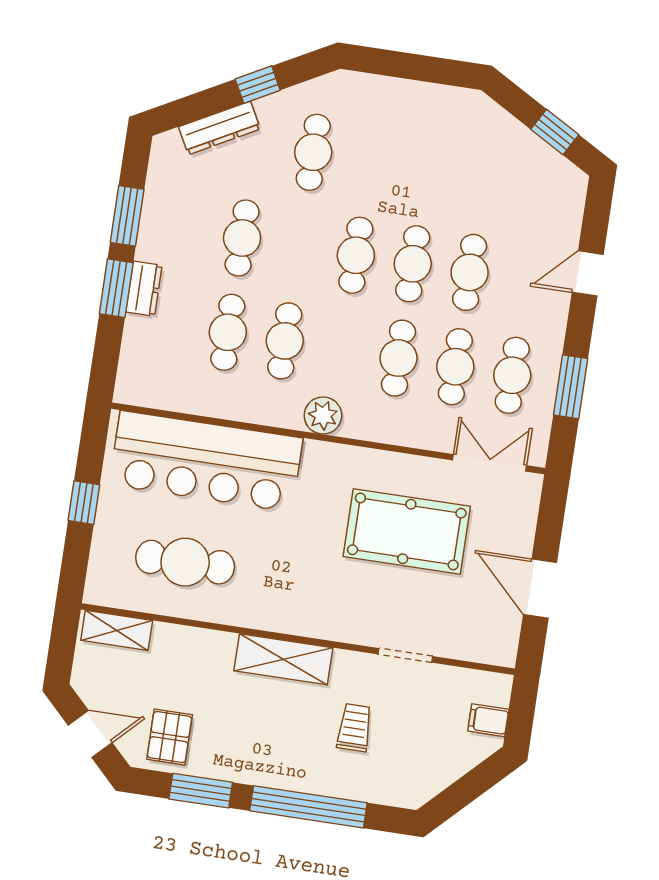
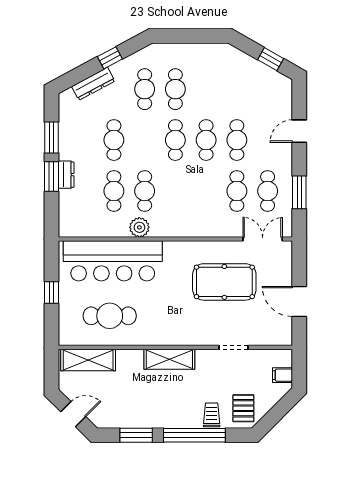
cafe table: (398, 358) -> (175, 89), moved
plant: (323, 415) -> (139, 227), moved
shelving: (117, 630) -> (88, 360), width x1.50, depth x1.33
trolley: (354, 728) -> (212, 415), moved
pallet: (170, 737) -> (243, 408), moved

